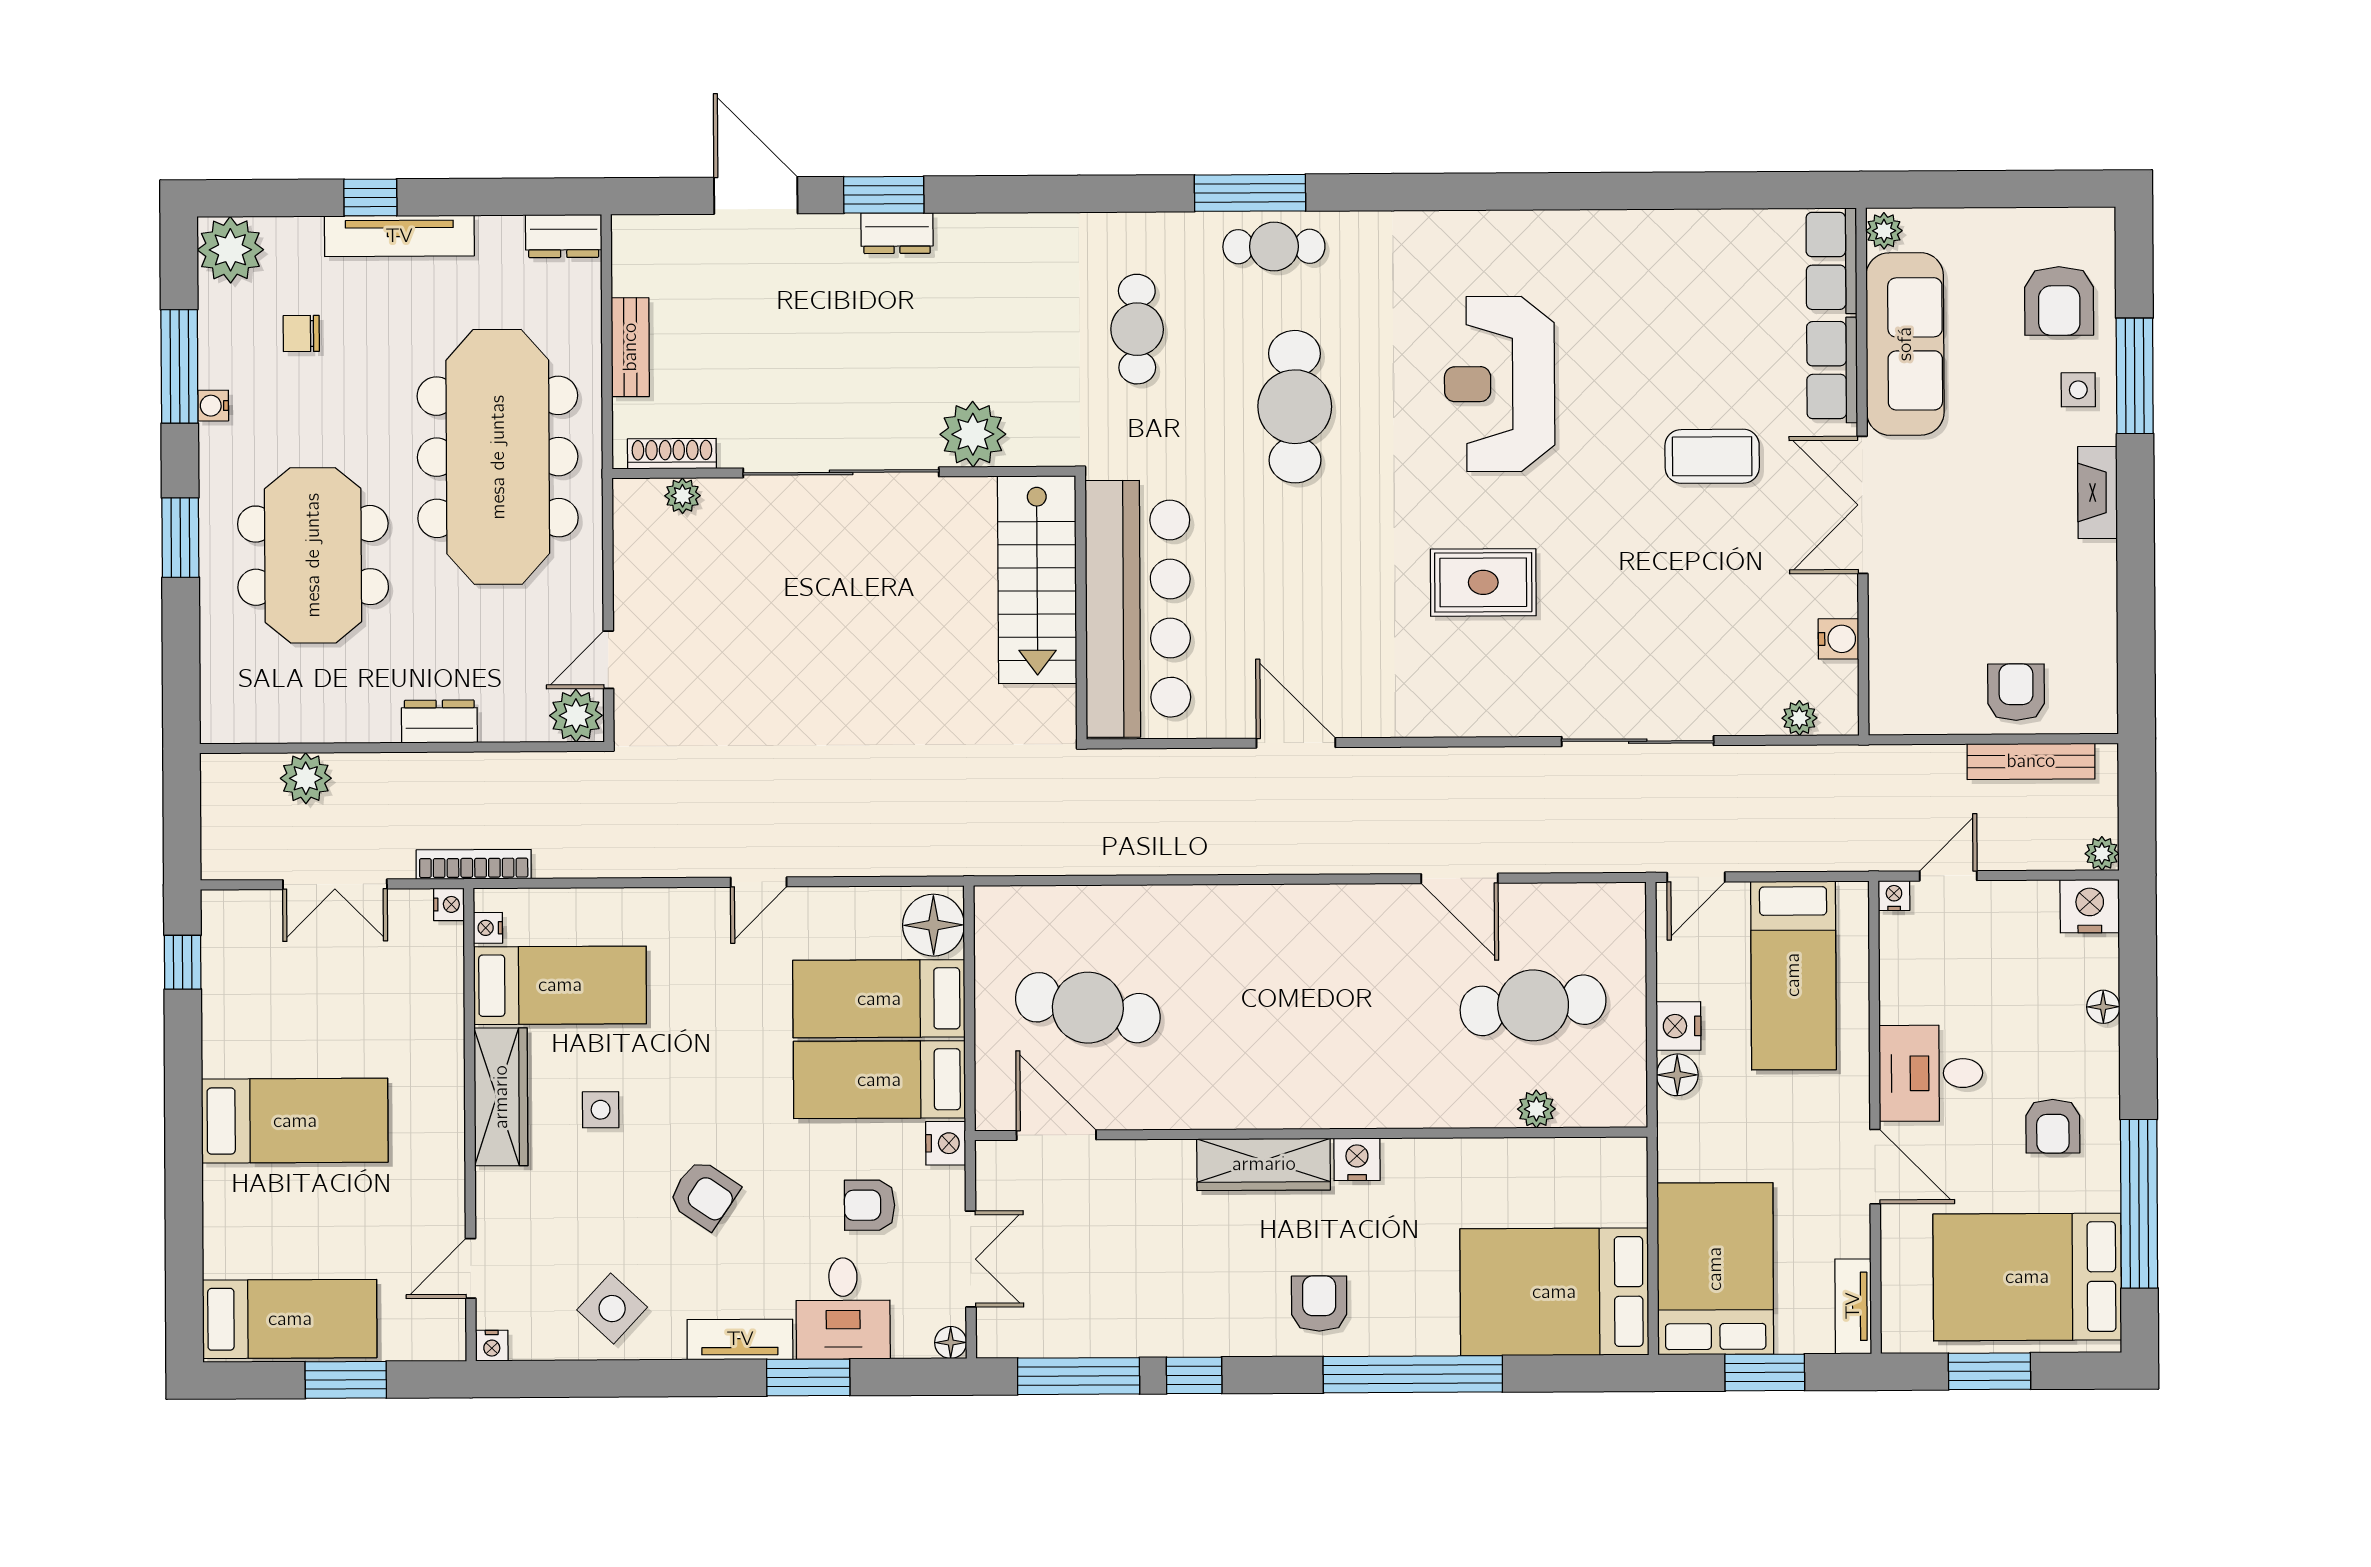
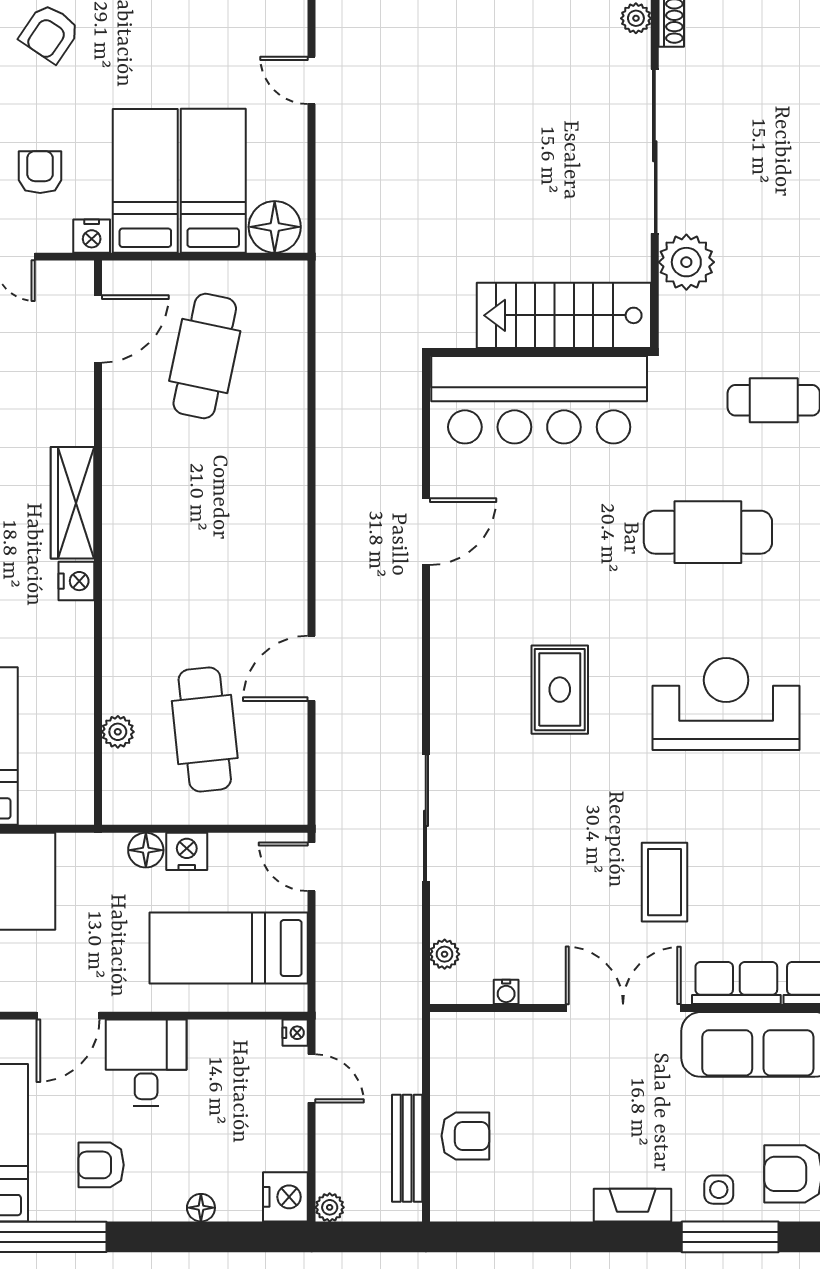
water cooler: (1839, 639) -> (506, 992), width x0.72, depth x0.72

